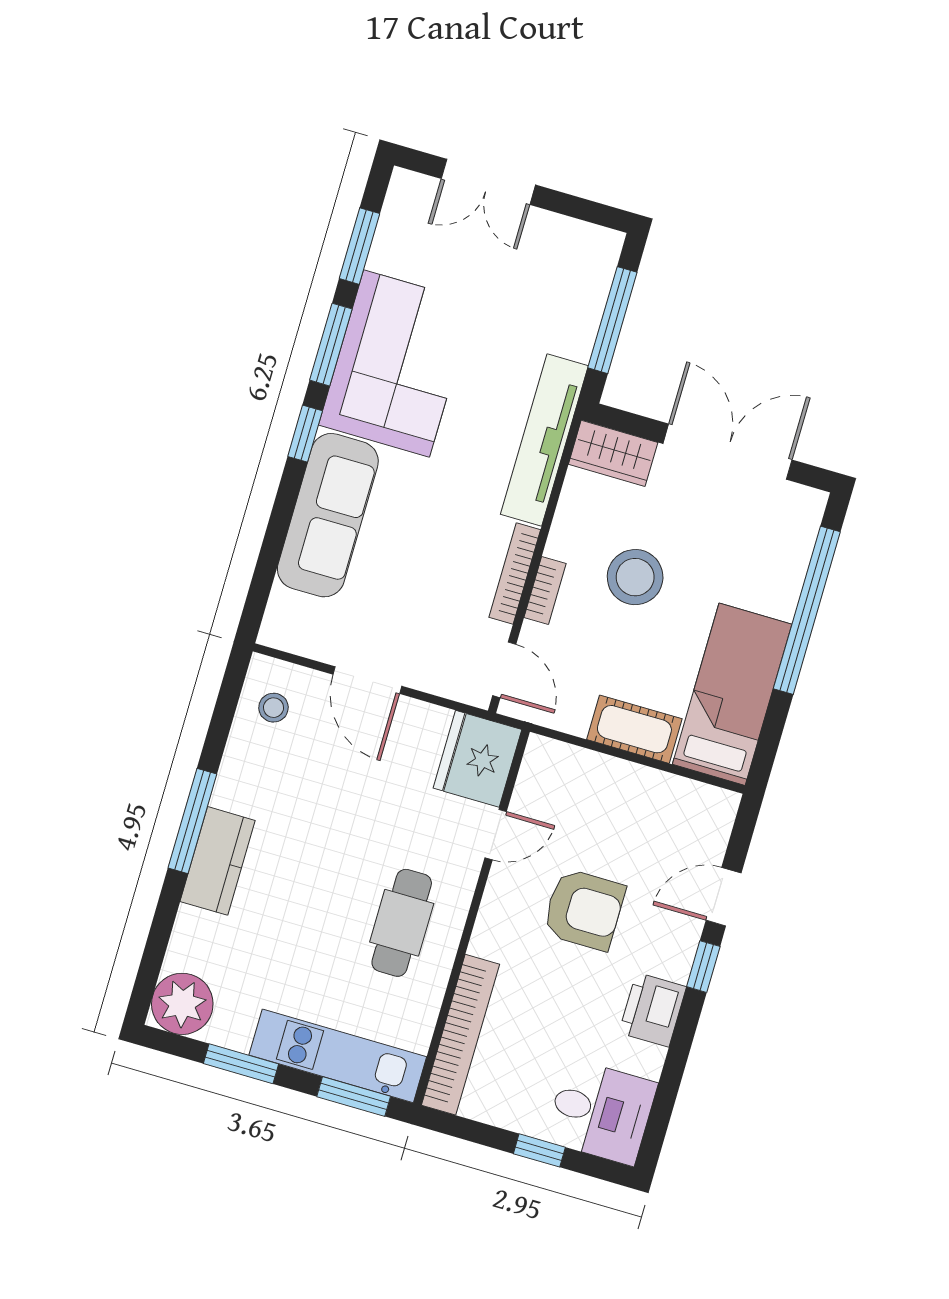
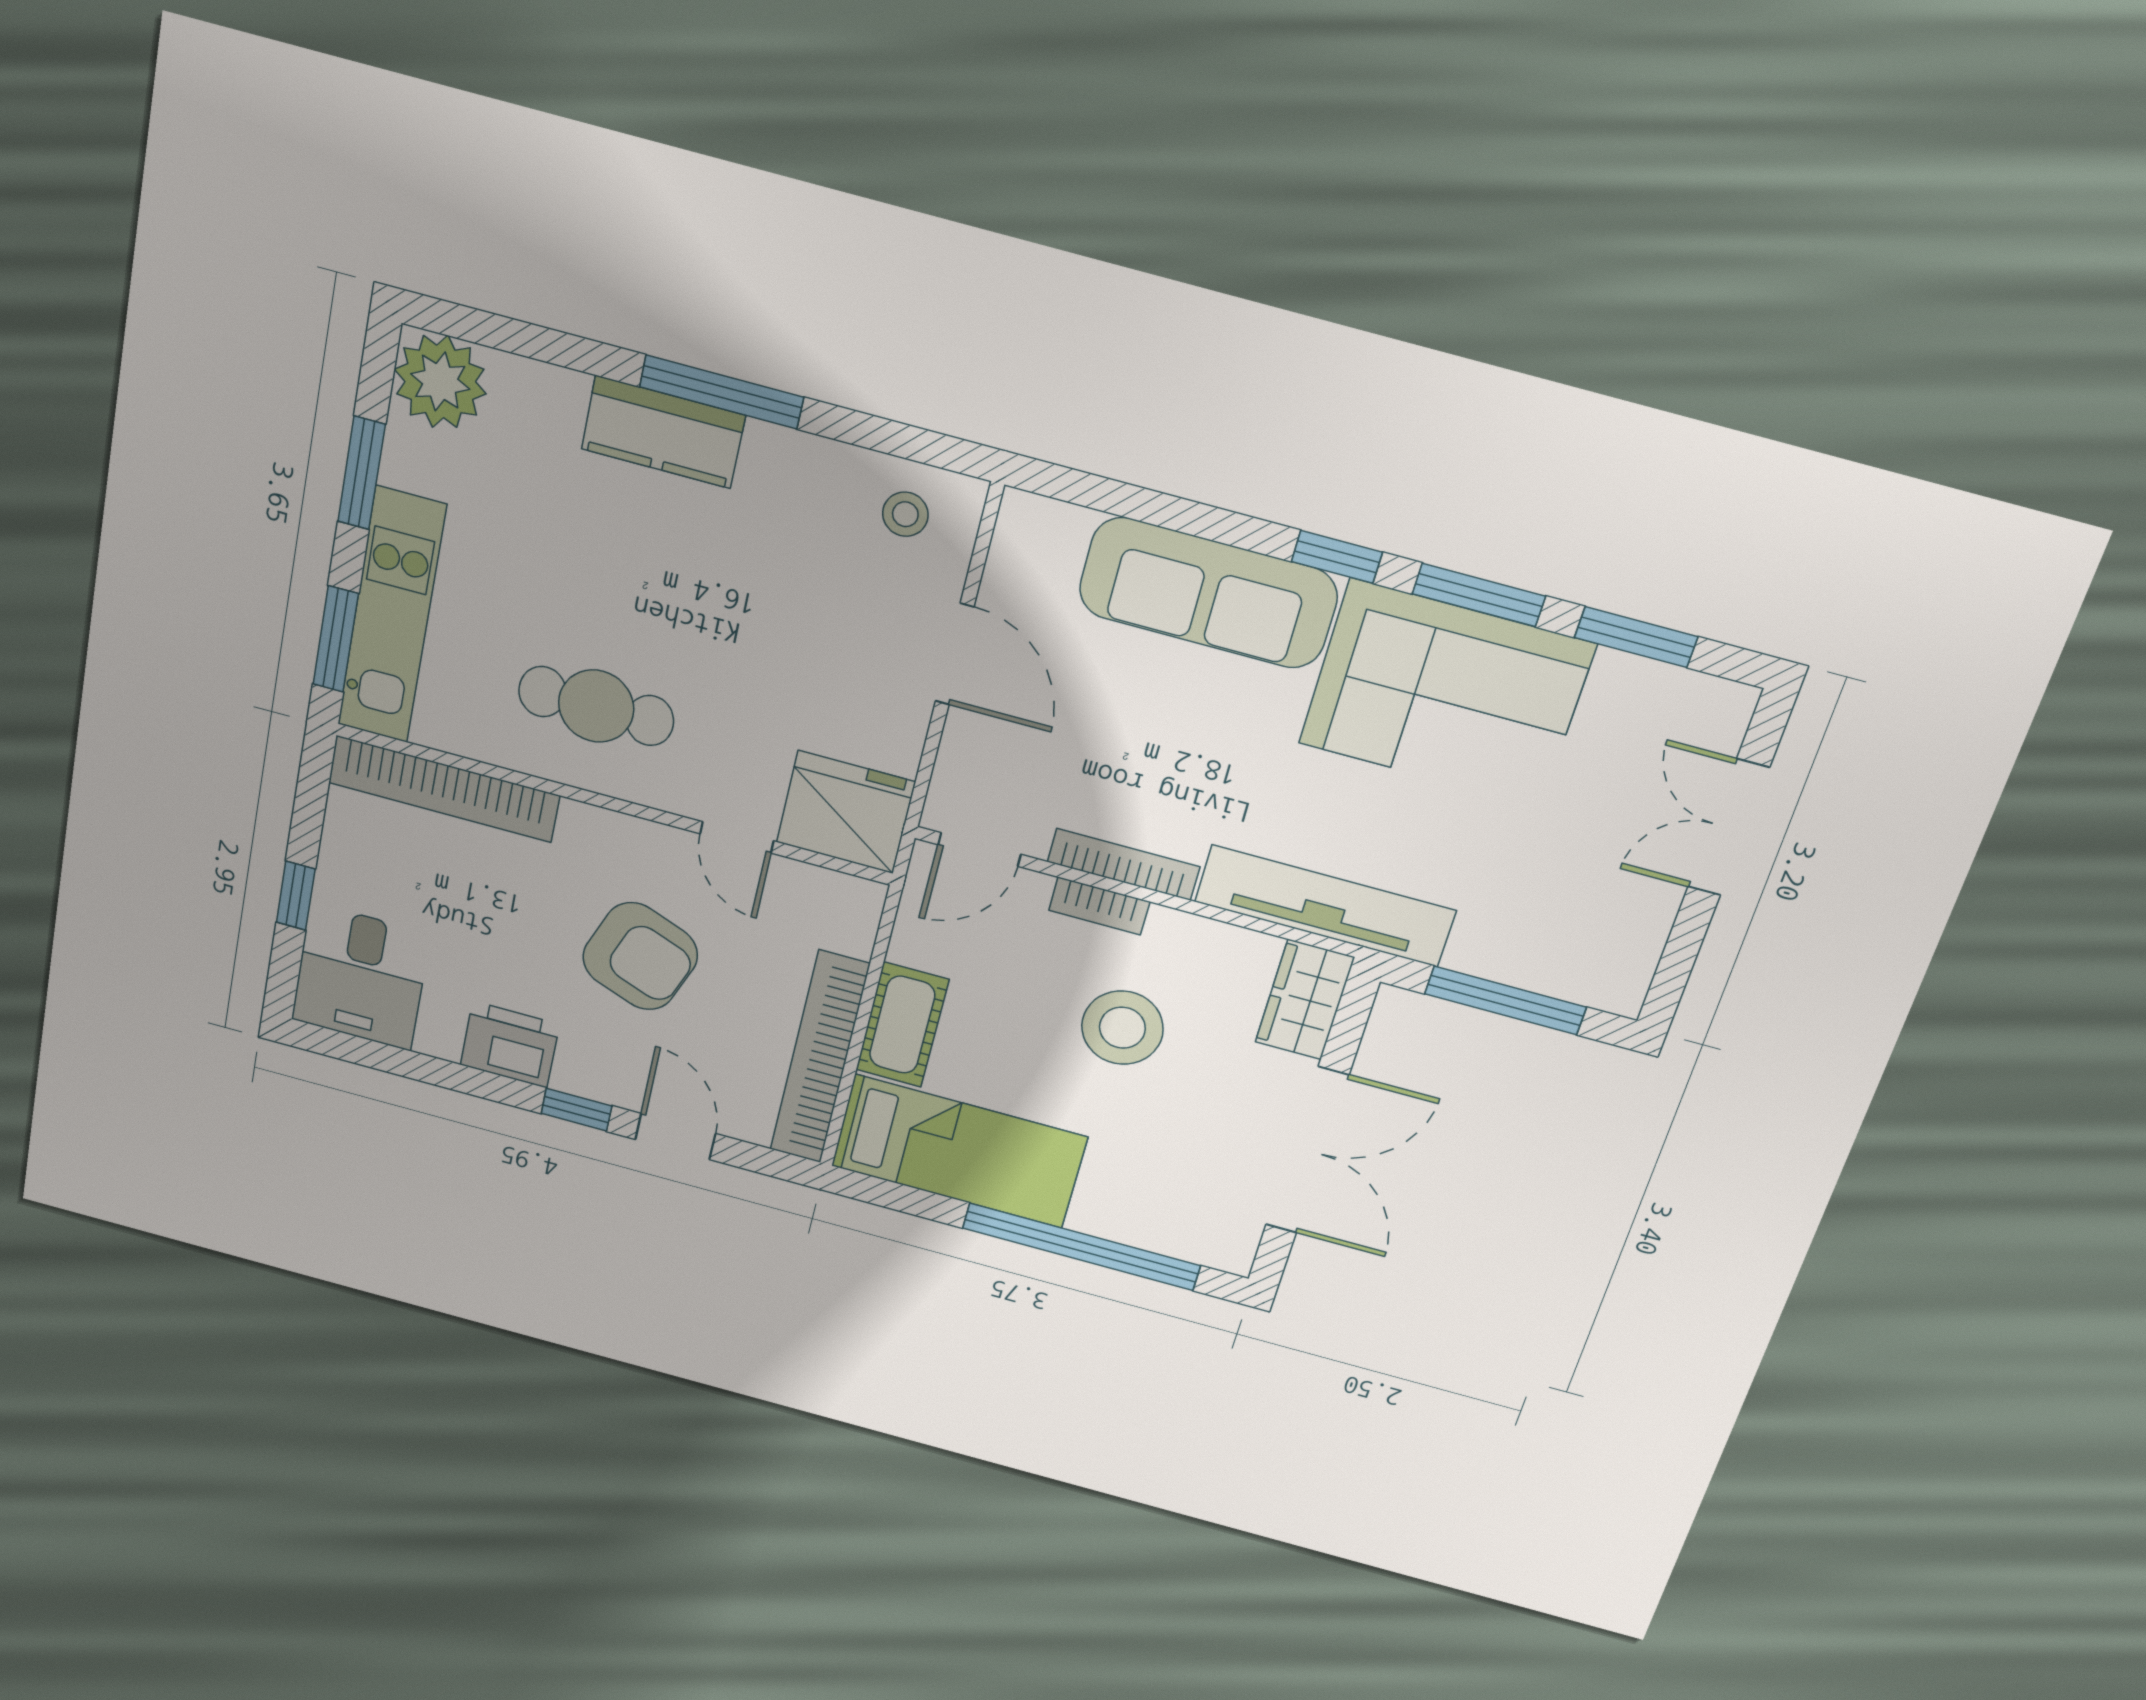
door: (367, 680) -> (955, 654), swing flipped
bookcase: (660, 789) -> (820, 1058), added
armchair: (584, 909) -> (640, 956), turned -69

